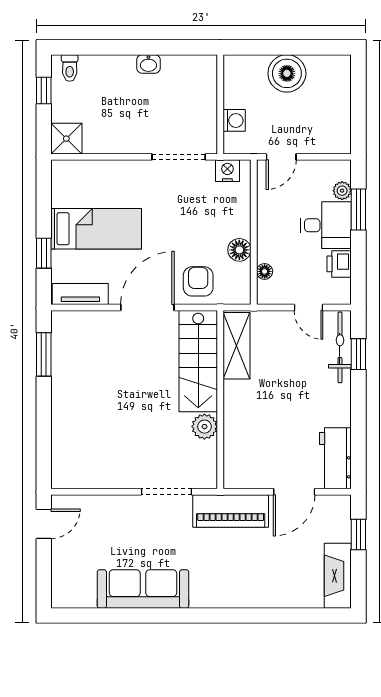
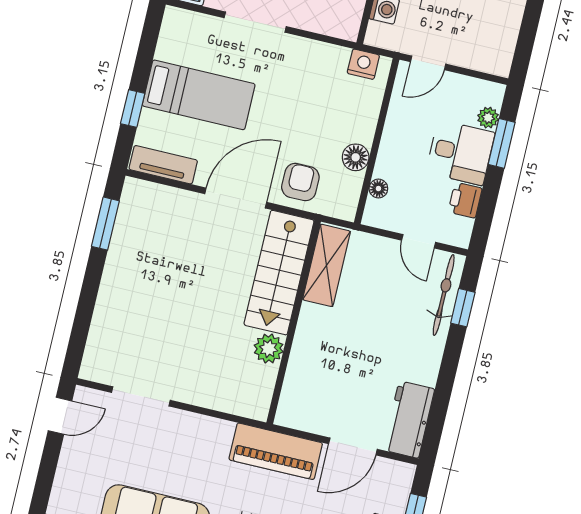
doorway: (179, 157) -> (255, 22), moved
doorway: (166, 492) -> (141, 396), moved

